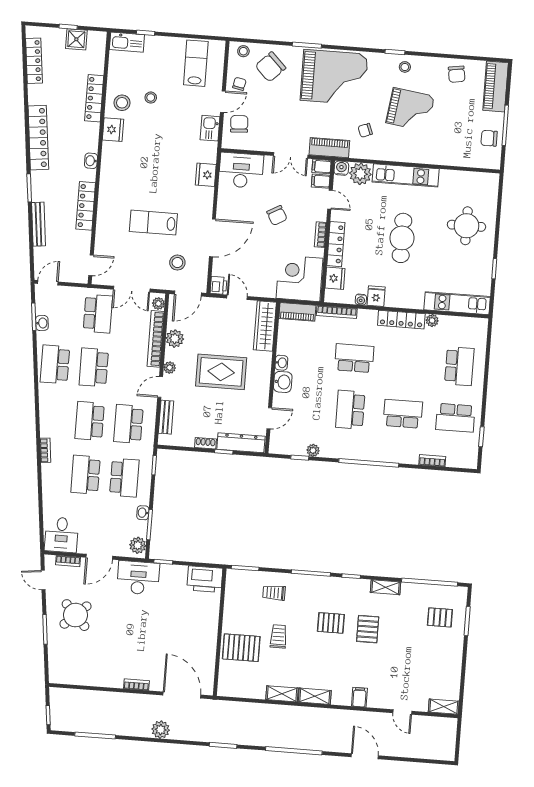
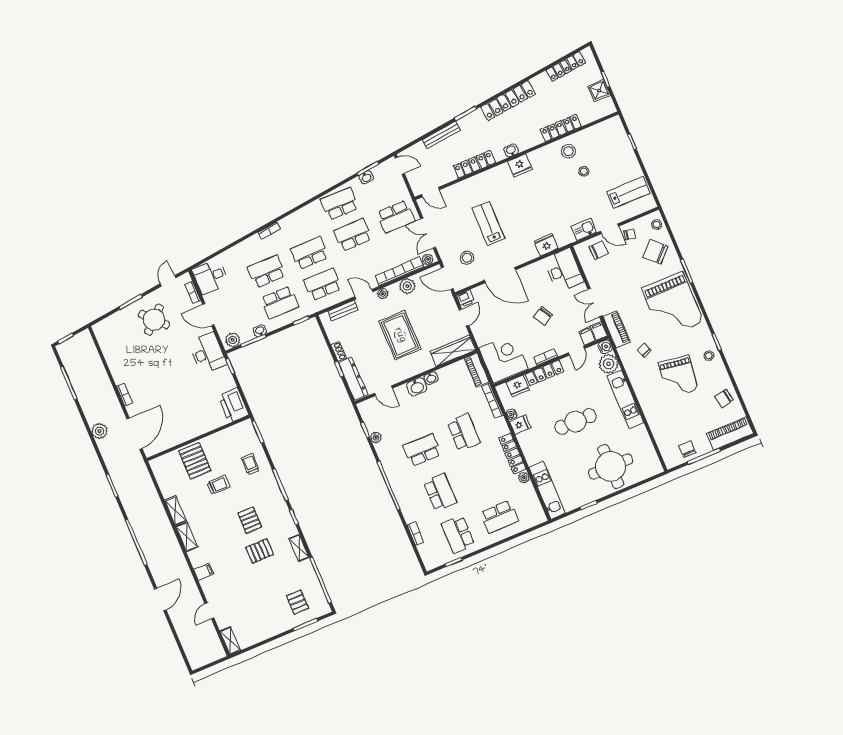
kitchen sink: (127, 42) -> (617, 131), removed
fridge: (113, 130) -> (520, 165), moved
round table: (466, 226) -> (611, 466), width x1.36, depth x1.36

